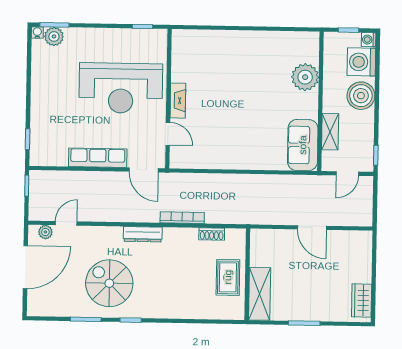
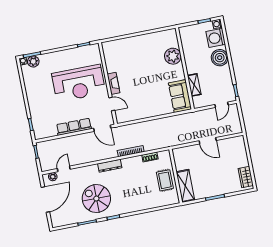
plant: (305, 77) -> (173, 56), moved
wall: (320, 101) -> (185, 68), moved
shelving: (330, 132) -> (194, 85), moved
sofa: (303, 145) -> (180, 96), moved

